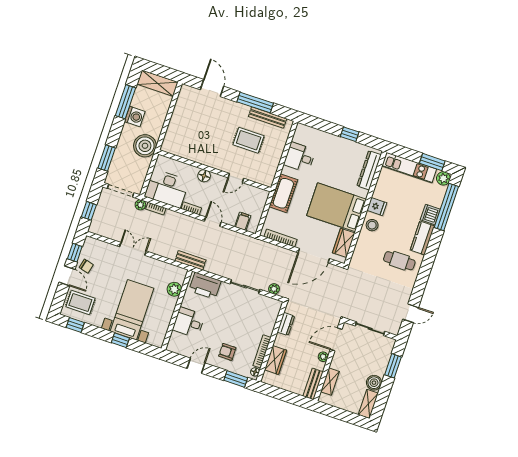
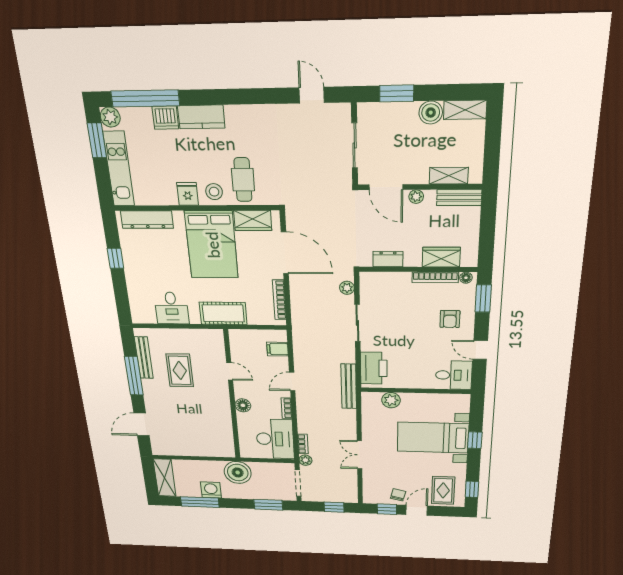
bench: (191, 260) -> (349, 386), width x1.36
cafe table: (399, 261) -> (243, 180), moved
desk: (189, 322) -> (454, 375), moved, turned -90

